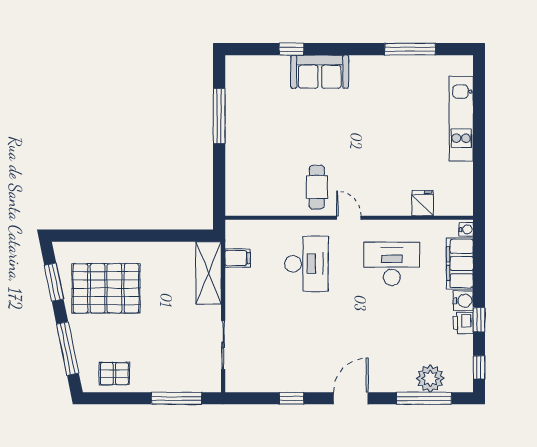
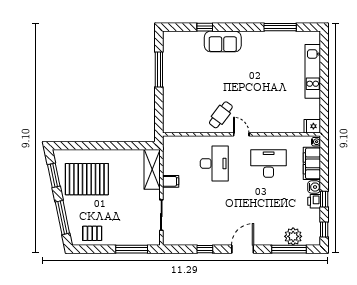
cafe table: (317, 187) -> (221, 115), turned 37
fridge: (423, 203) -> (312, 126), moved, turned -90
filing cabinet: (238, 258) -> (171, 181), moved

